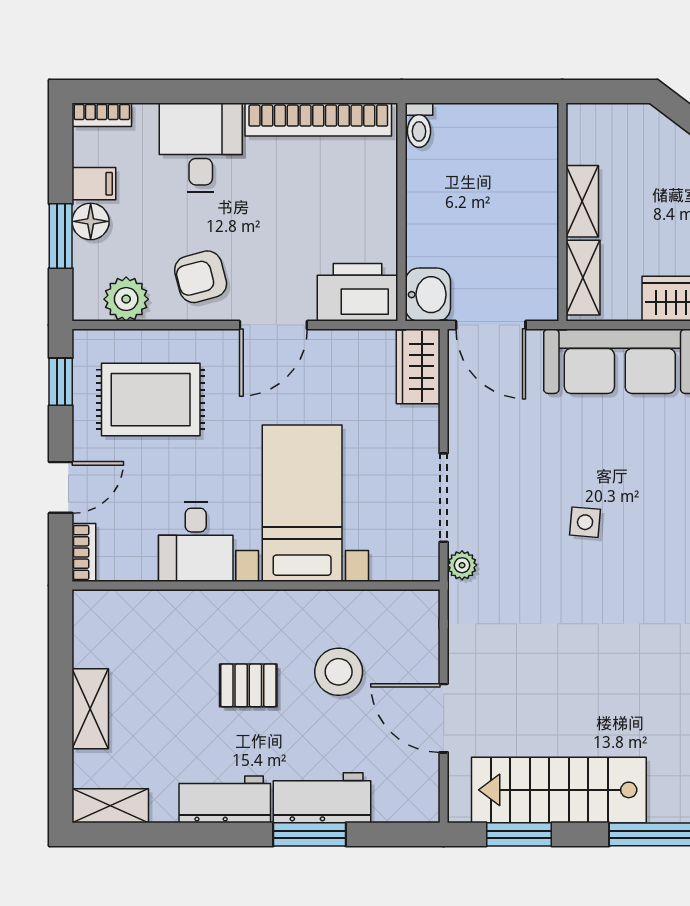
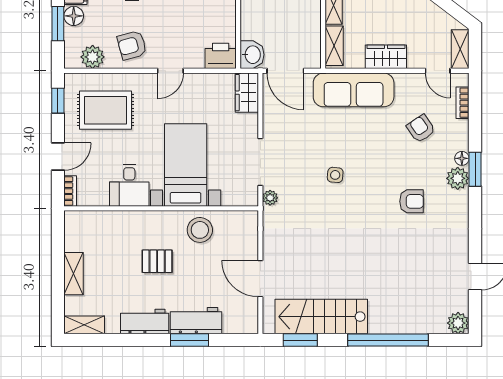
printer: (357, 292) -> (221, 56), width x0.73, depth x0.84
door: (273, 325) -> (170, 71), width x0.73
stool: (339, 672) -> (200, 230), moved

